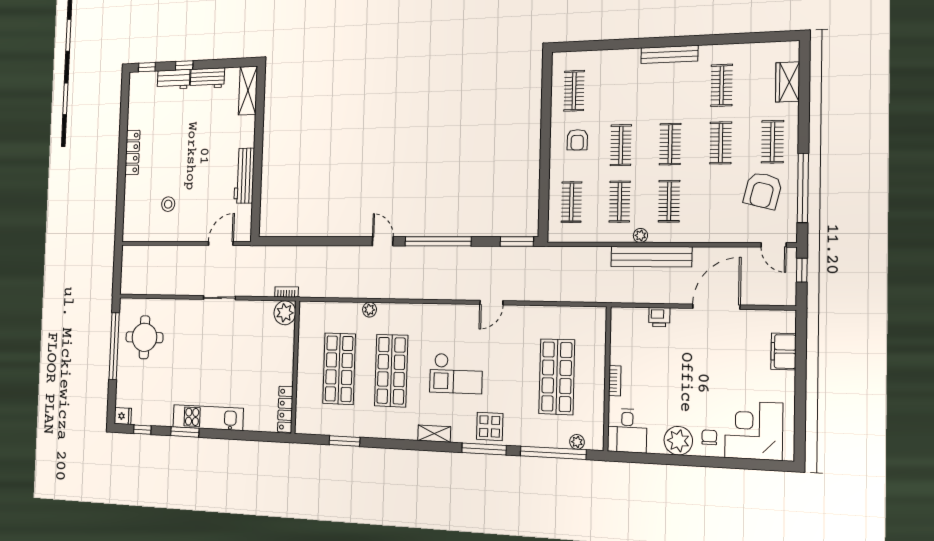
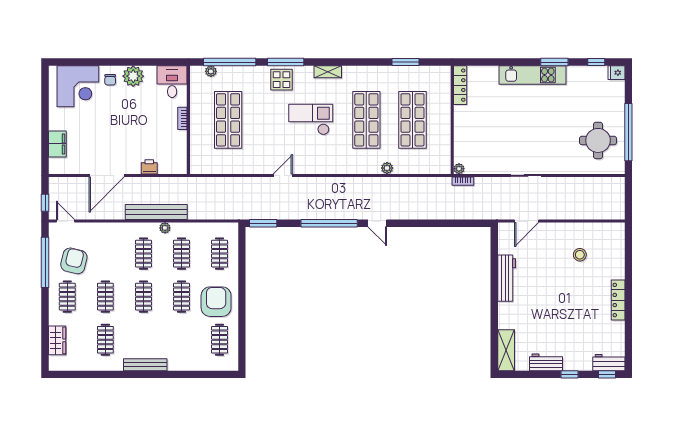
workbench: (174, 79) -> (609, 363), moved
armchair: (577, 140) -> (216, 302), width x1.88, depth x1.88
plant: (285, 313) -> (459, 169), width x0.53, depth x0.53

